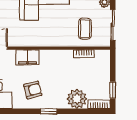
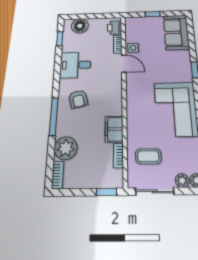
filing cabinet: (27, 57) -> (114, 129), moved
window: (113, 90) -> (107, 192), moved
window: (49, 111) -> (54, 116), width x2.17

